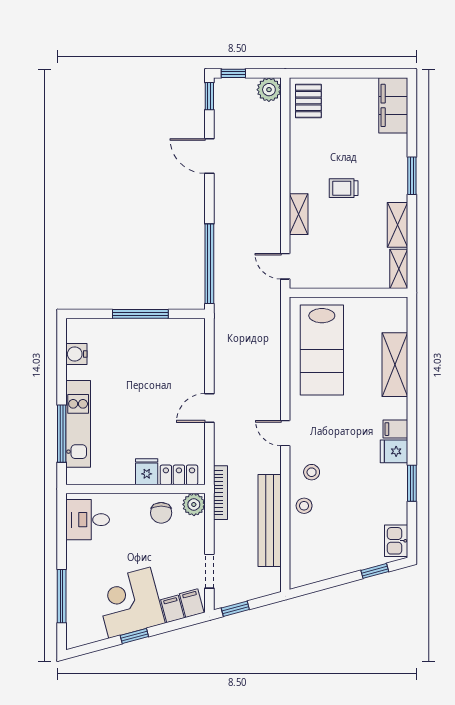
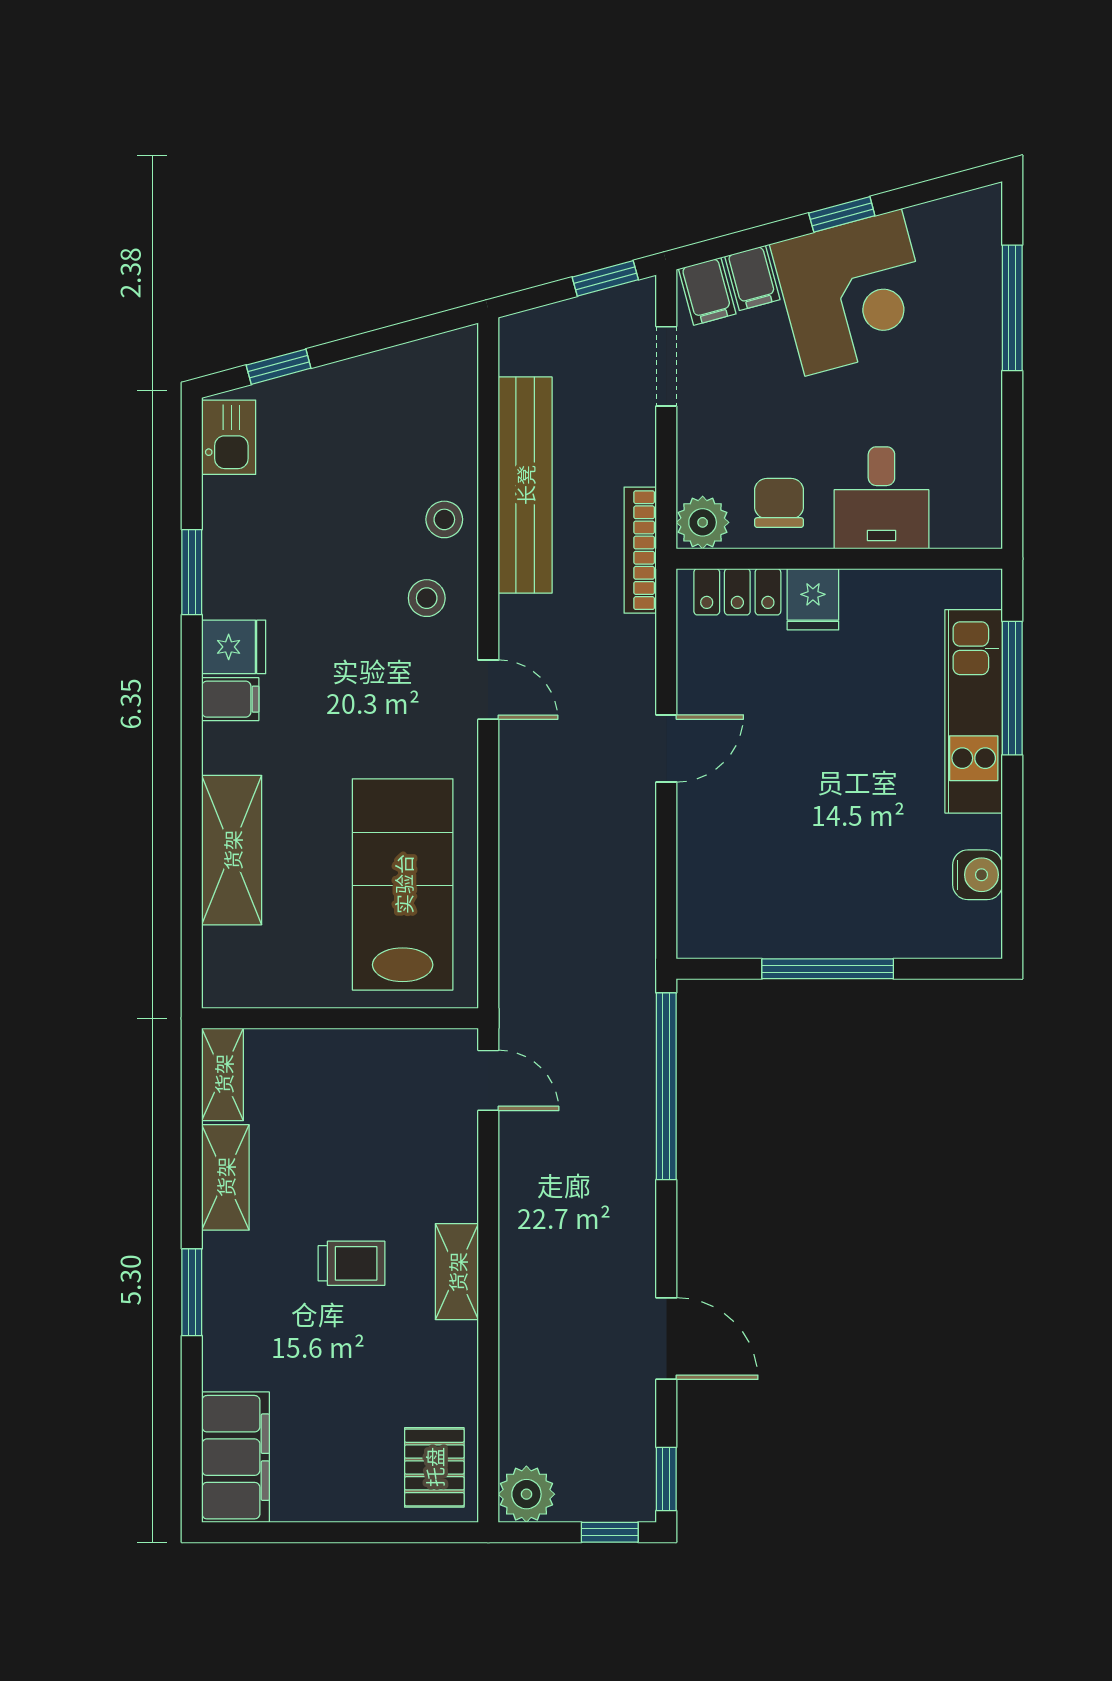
shelving: (299, 214) -> (457, 1272), moved
desk: (88, 520) -> (881, 498), moved, turned 90

